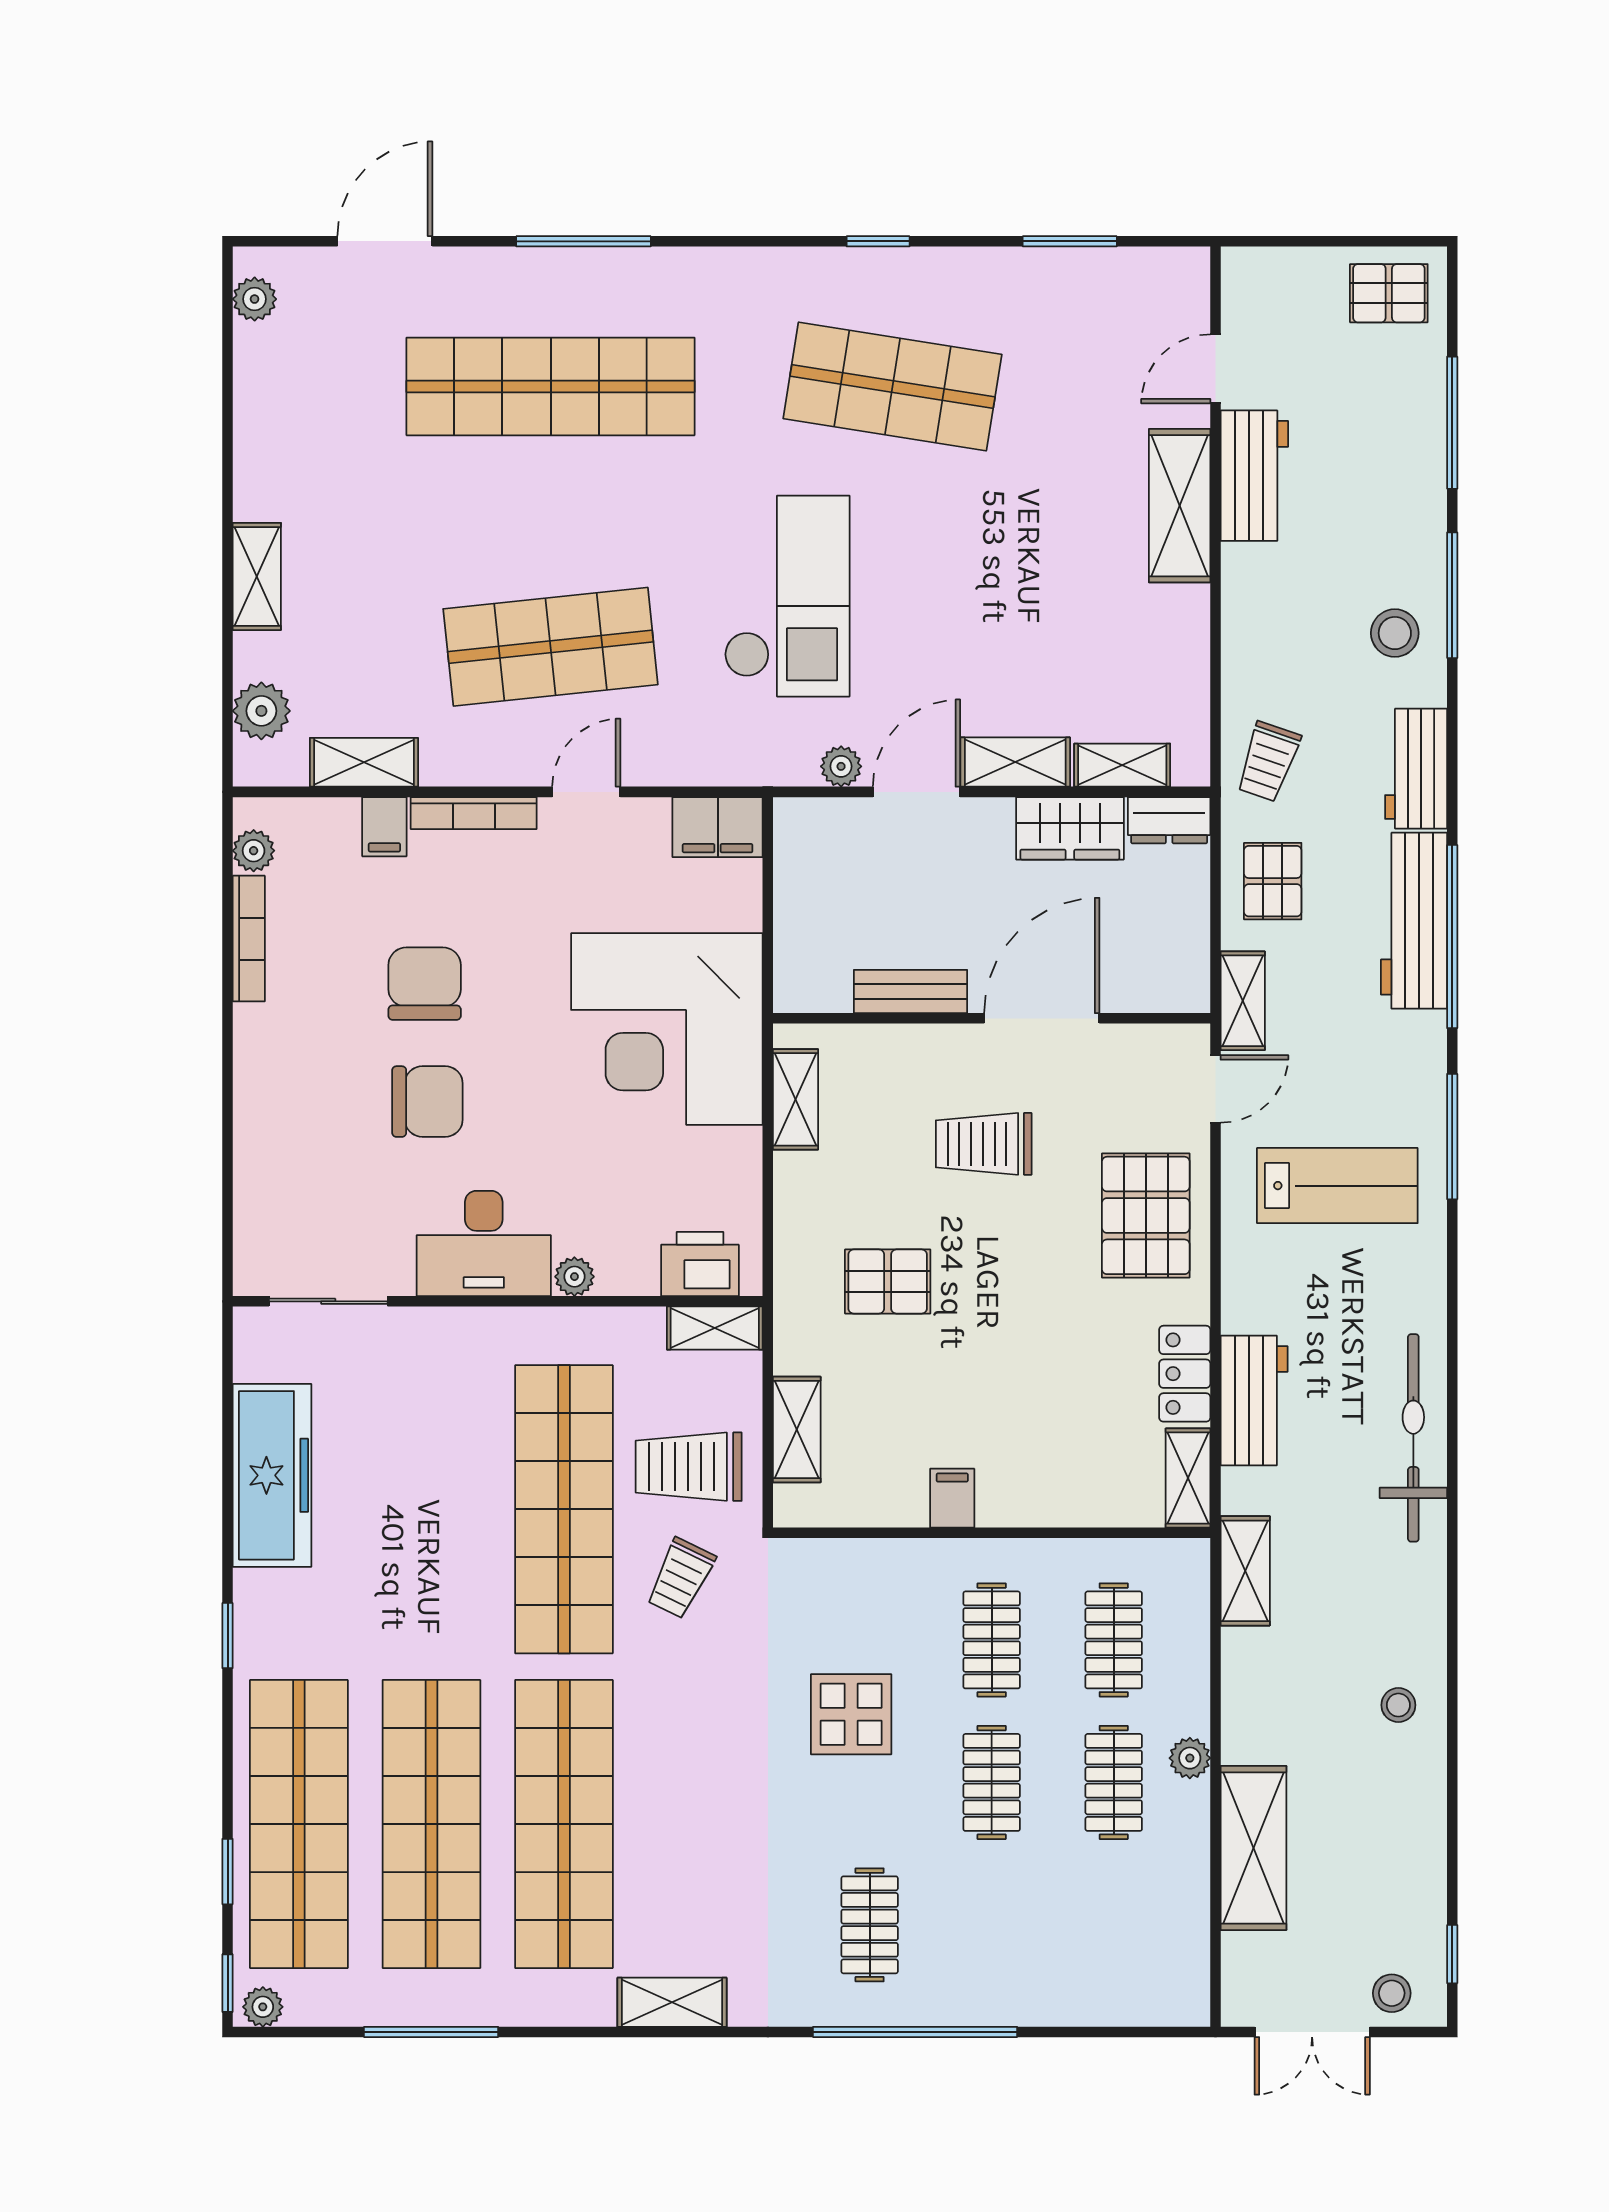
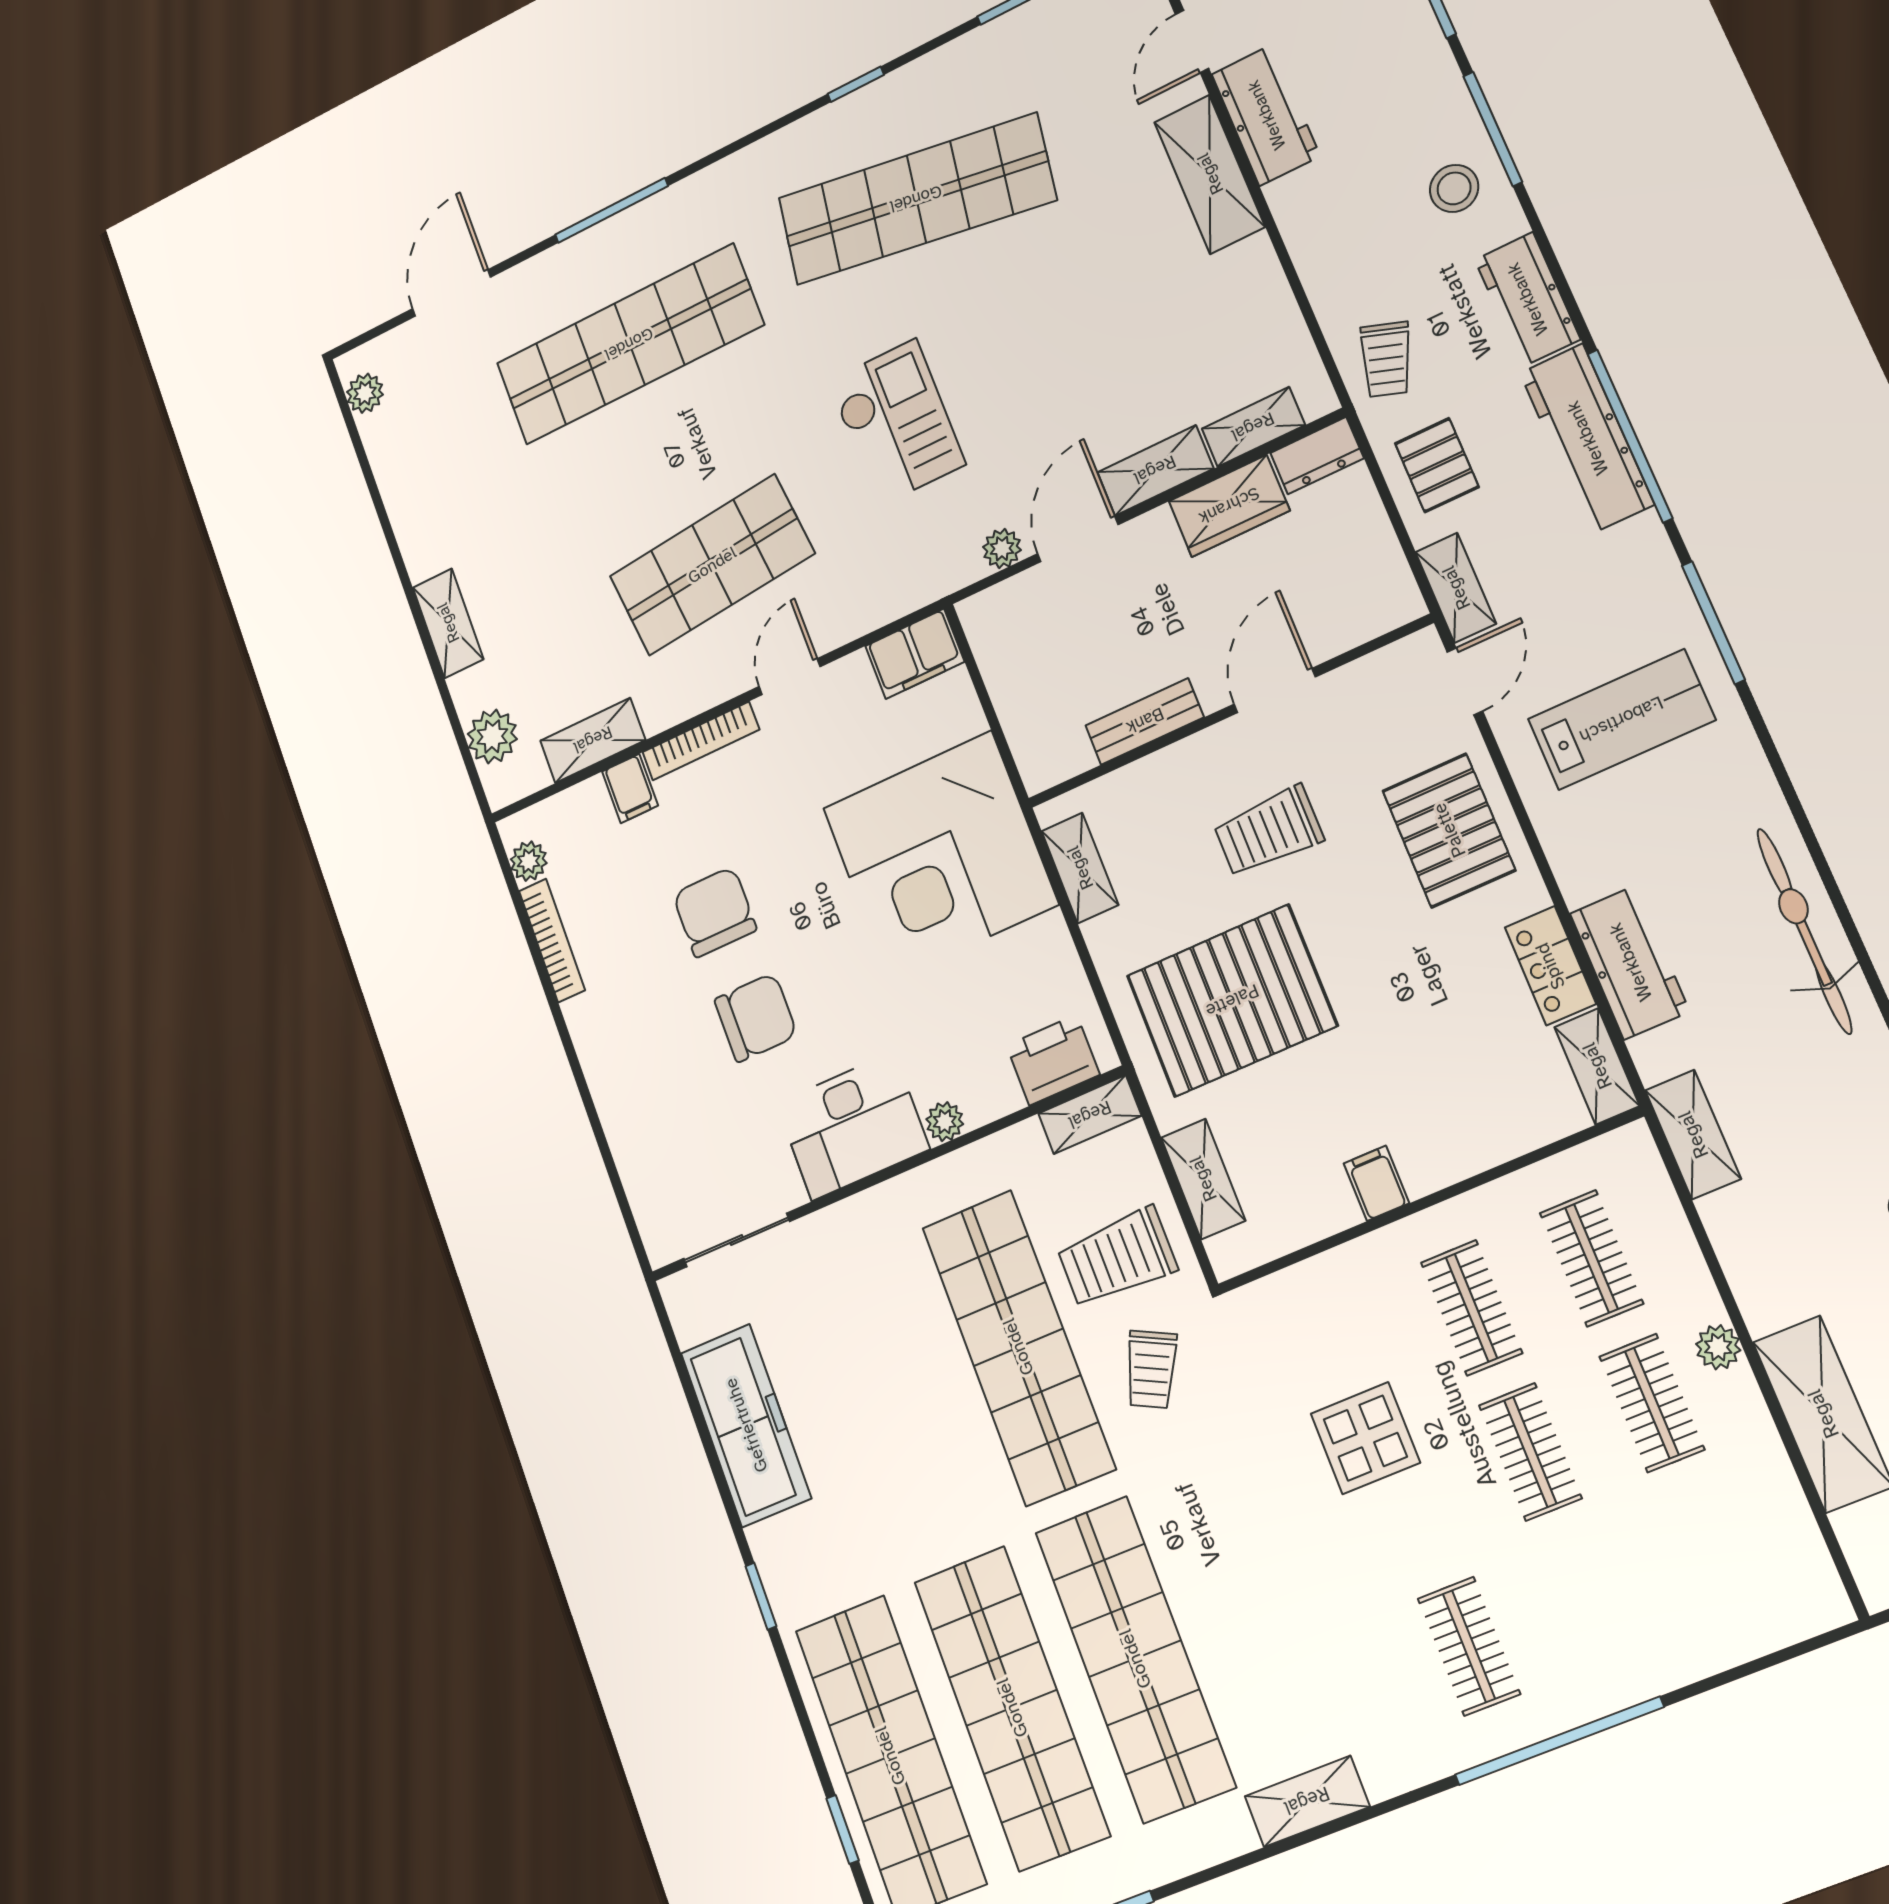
shop shelf: (892, 386) -> (916, 199), width x1.40
checkout: (787, 596) -> (896, 423), width x0.73, depth x0.83
door: (1042, 1018) -> (1275, 691), width x0.73
pallet: (888, 1282) -> (1232, 1001), width x2.05, depth x2.00

